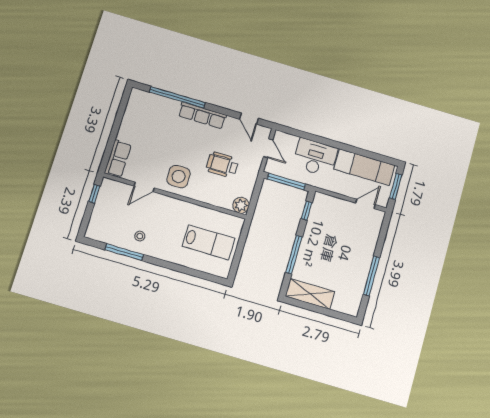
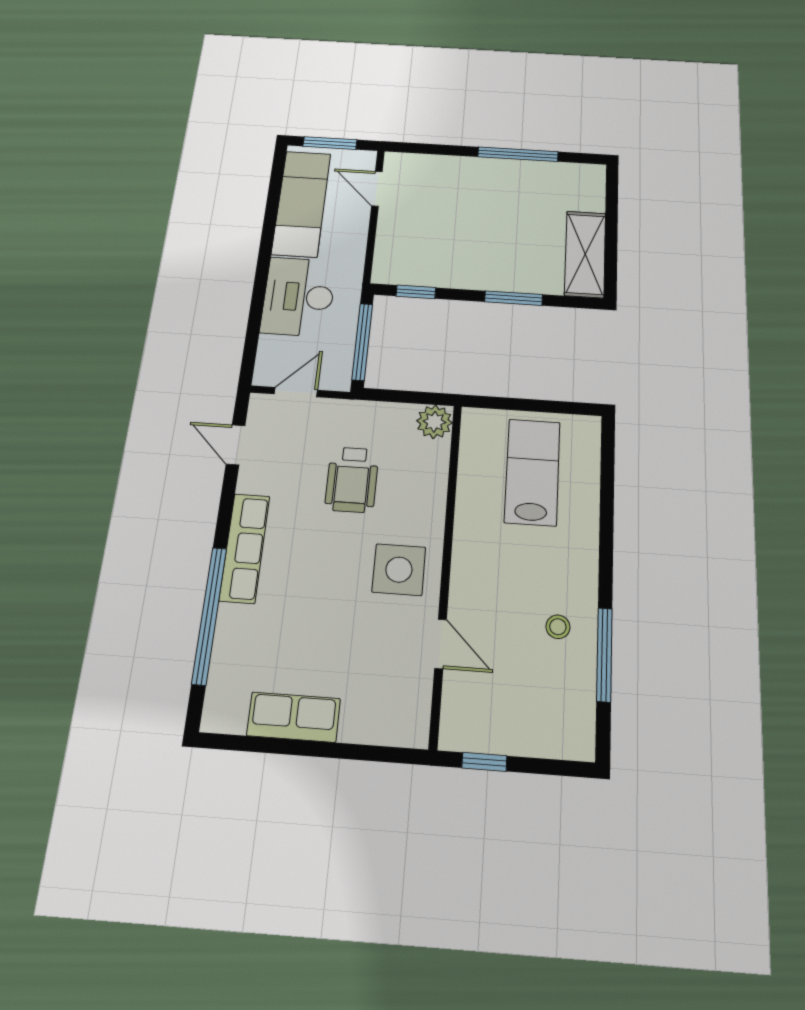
door: (249, 119) -> (236, 445), swing flipped
row of seats: (118, 159) -> (294, 717), moved
window: (294, 255) -> (514, 298), width x0.69

